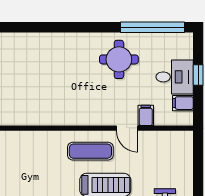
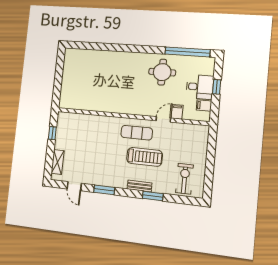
door: (127, 128) -> (163, 119), swing flipped

